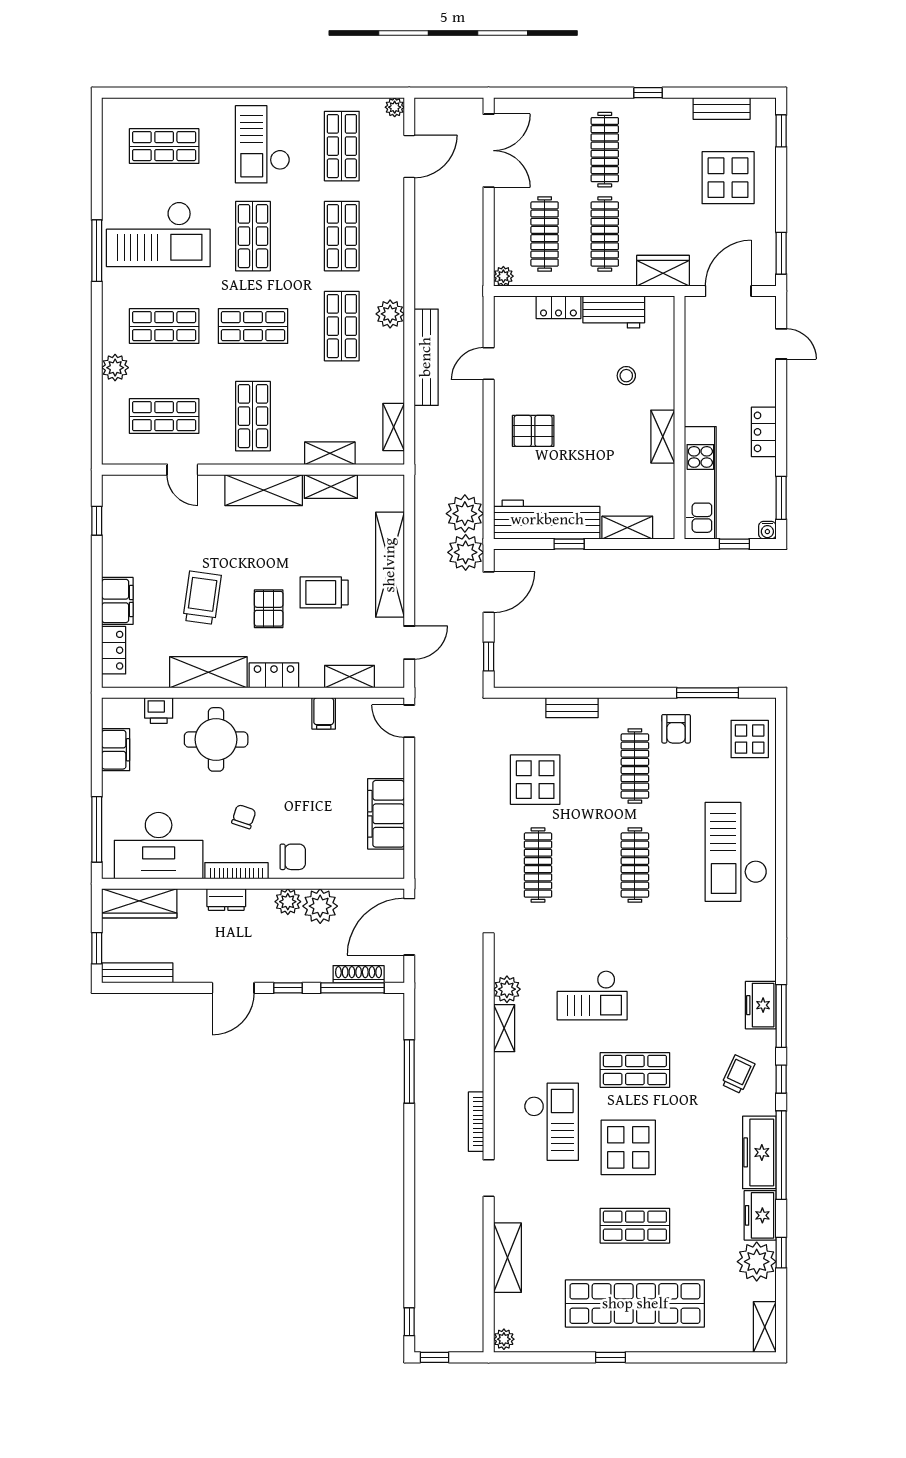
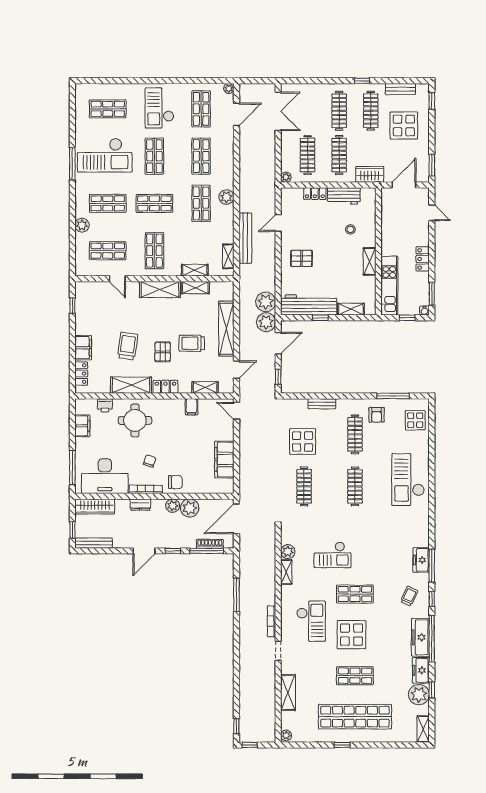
clothes rail: (665, 150) -> (371, 111), added
bench: (426, 357) -> (245, 238), moved

